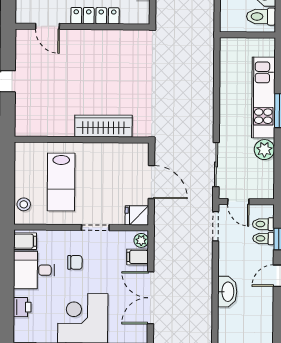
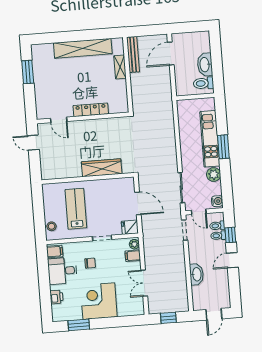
locker: (95, 16) -> (91, 110), moved
door: (47, 26) -> (59, 120), moved
wall: (83, 27) -> (83, 118), moved
lab bench: (61, 182) -> (76, 209), turned 180
water cooler: (266, 188) -> (217, 201), added
double door: (151, 298) -> (144, 283), width x0.73

